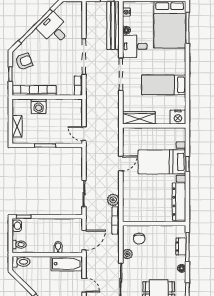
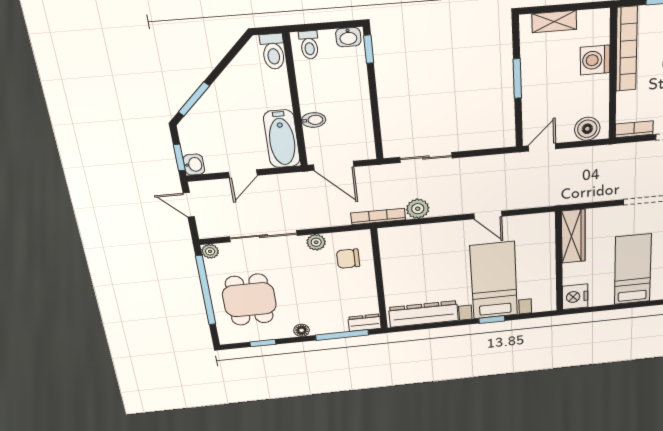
boiler: (76, 110) -> (587, 129), added
dresser: (181, 246) -> (365, 323), moved

